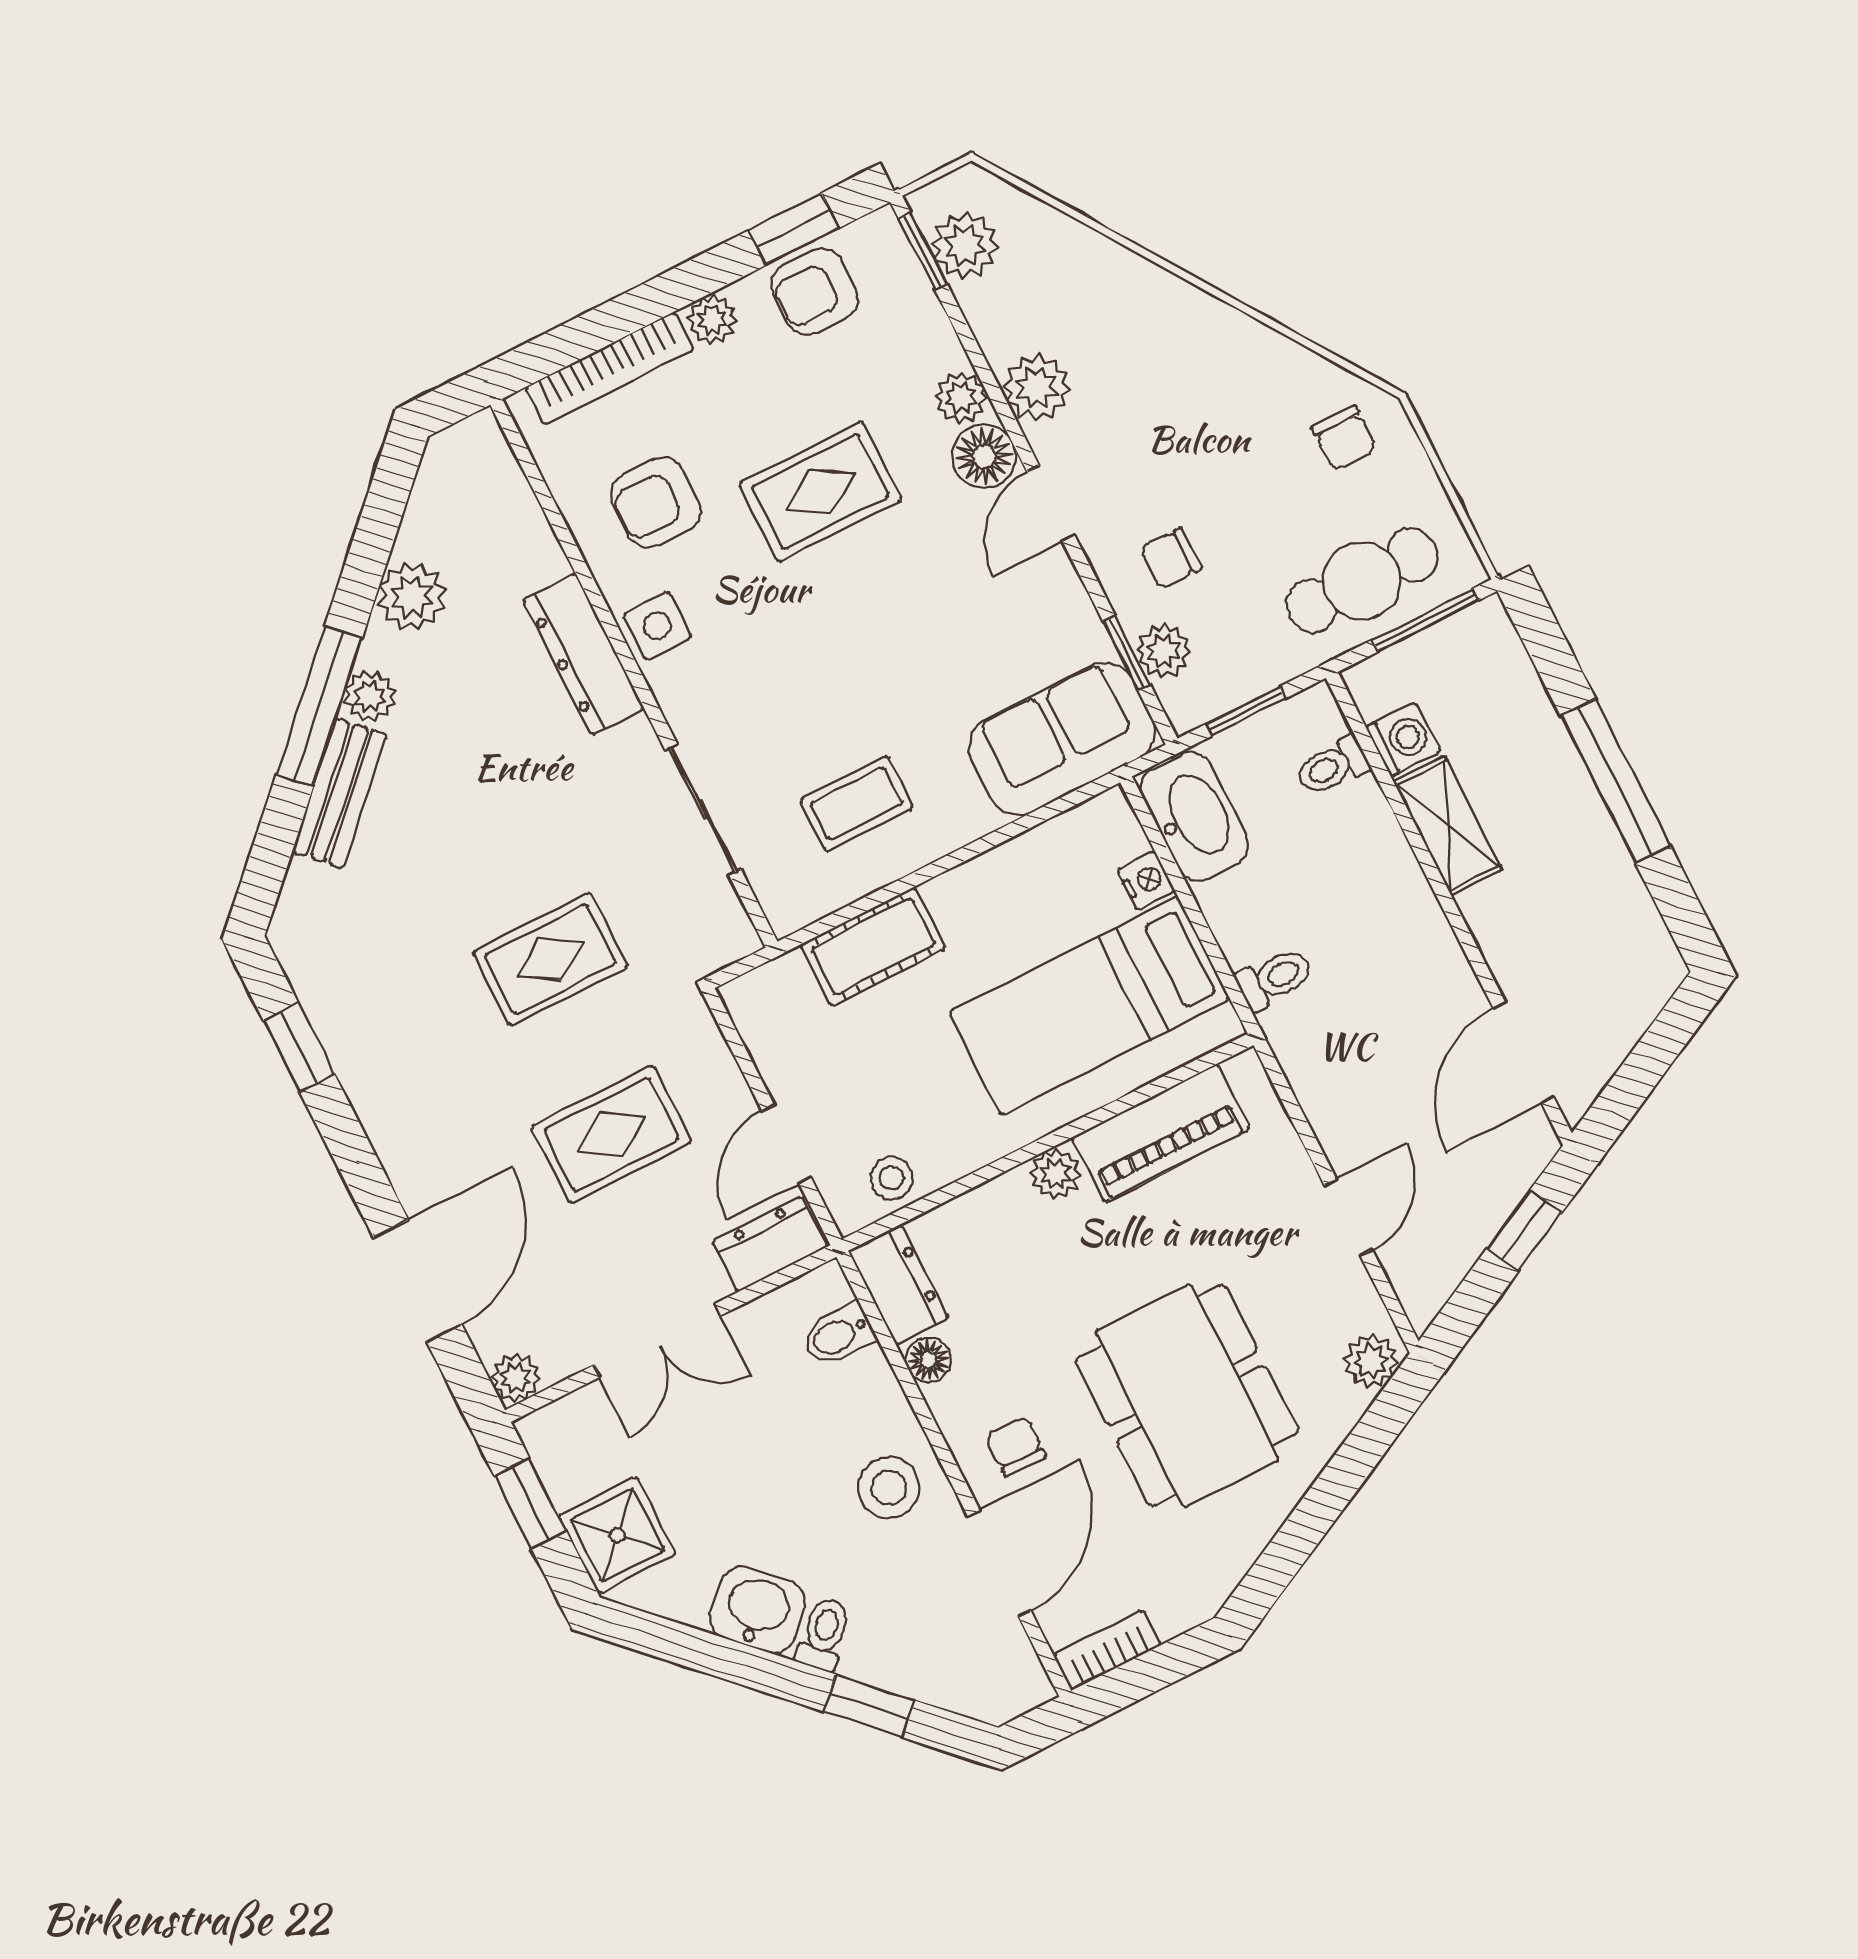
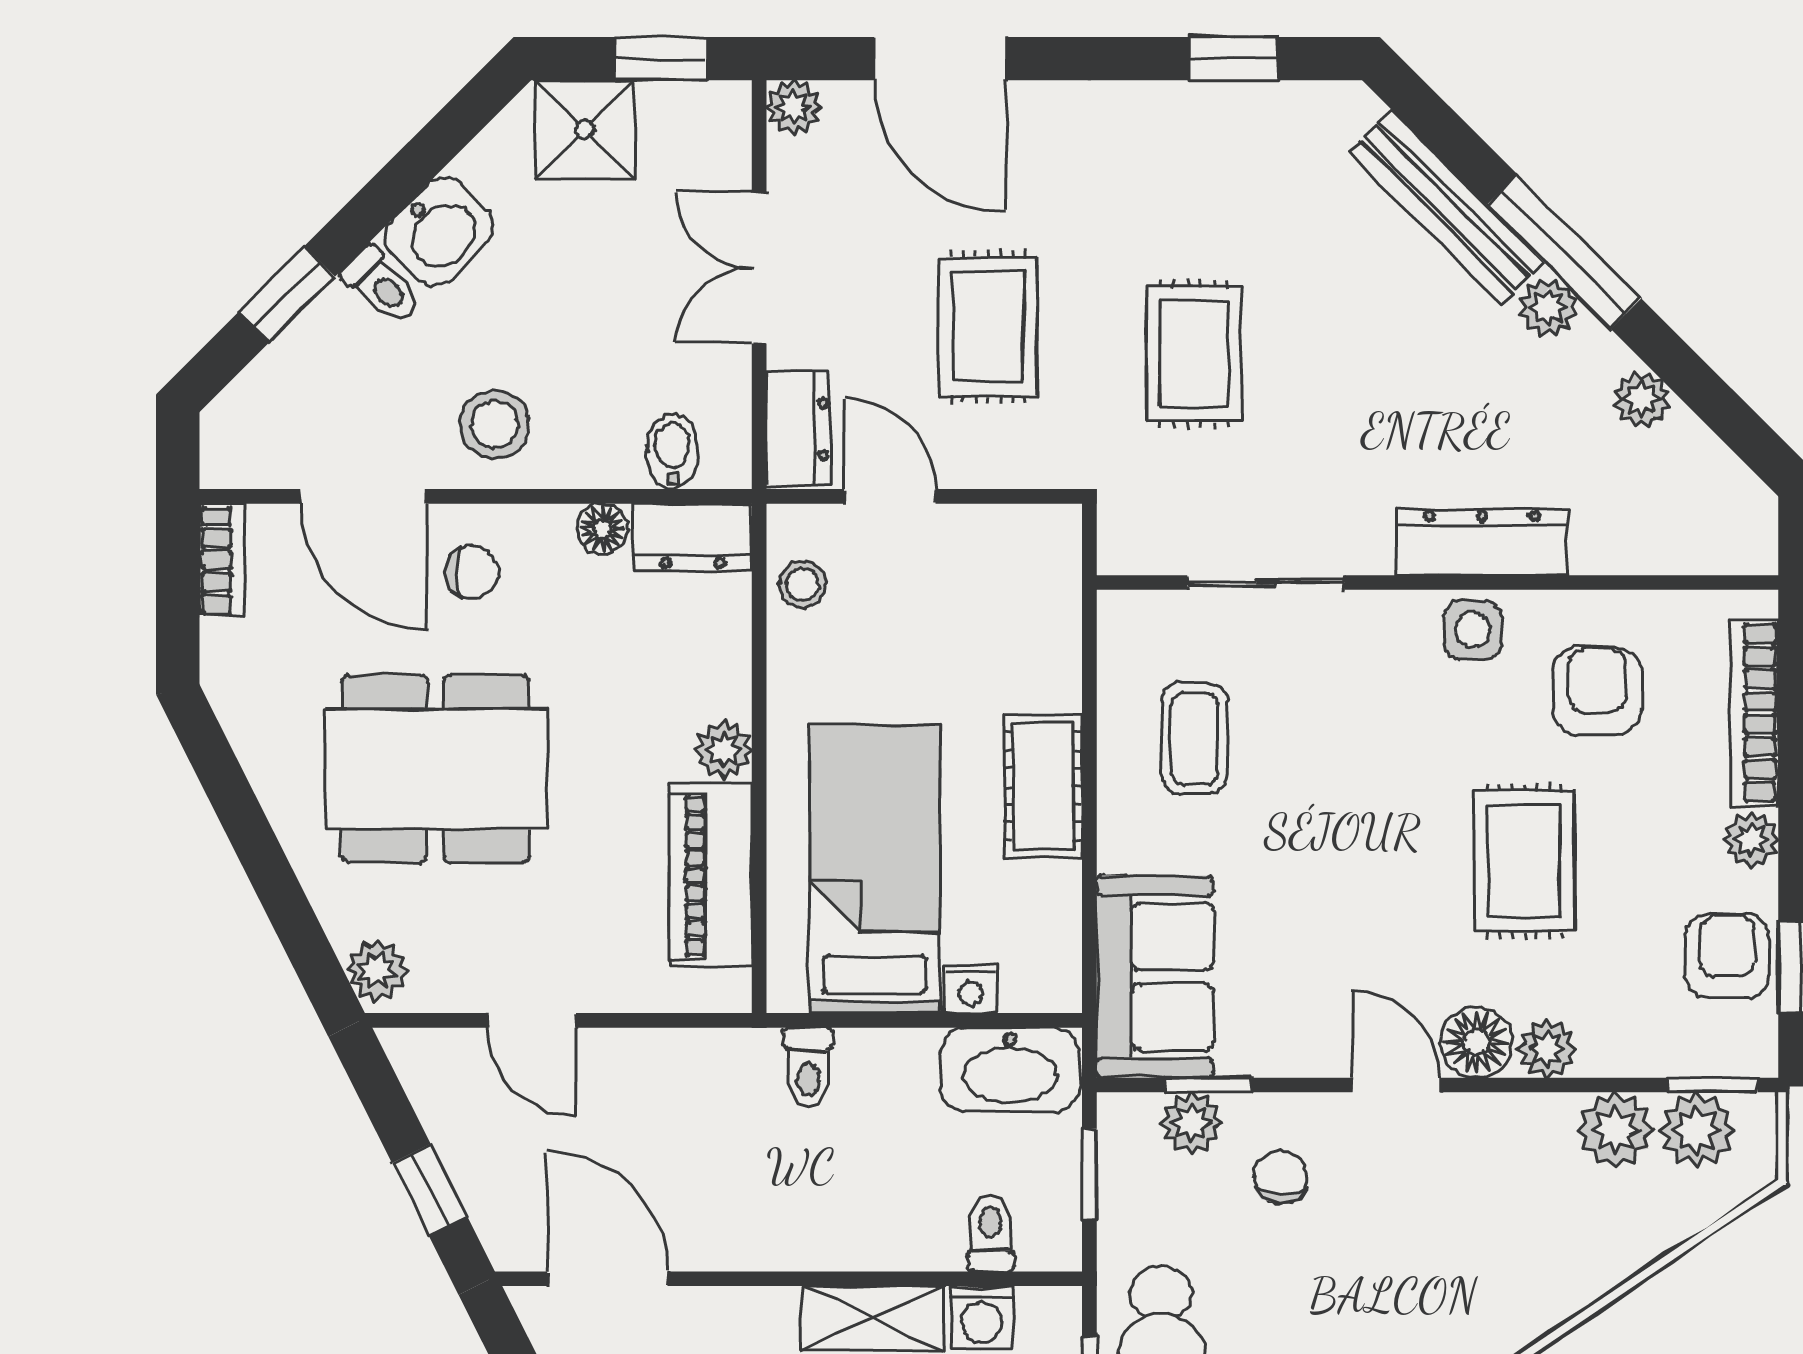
plant: (1037, 387) -> (1616, 1130), moved
plant: (412, 597) -> (1641, 399), width x0.73, depth x0.73
bench: (339, 793) -> (1447, 207), width x1.36
cot: (873, 947) -> (1043, 786), moved

